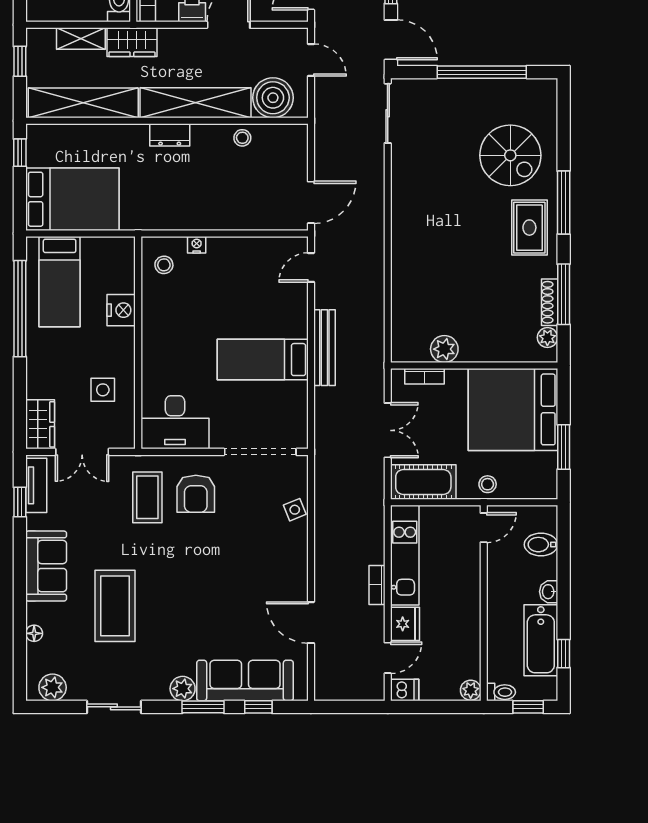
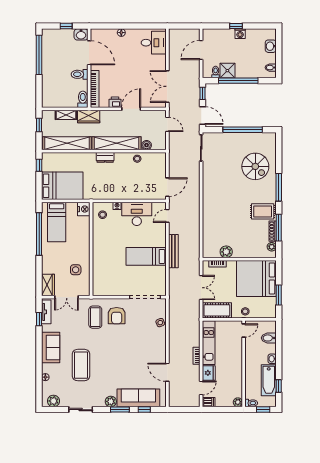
boiler: (273, 98) -> (147, 145), width x0.54, depth x0.54
rug: (529, 228) -> (263, 211), moved, turned 90
nightstand: (121, 310) -> (84, 209), moved
desk: (175, 422) -> (137, 214), moved, turned 180

